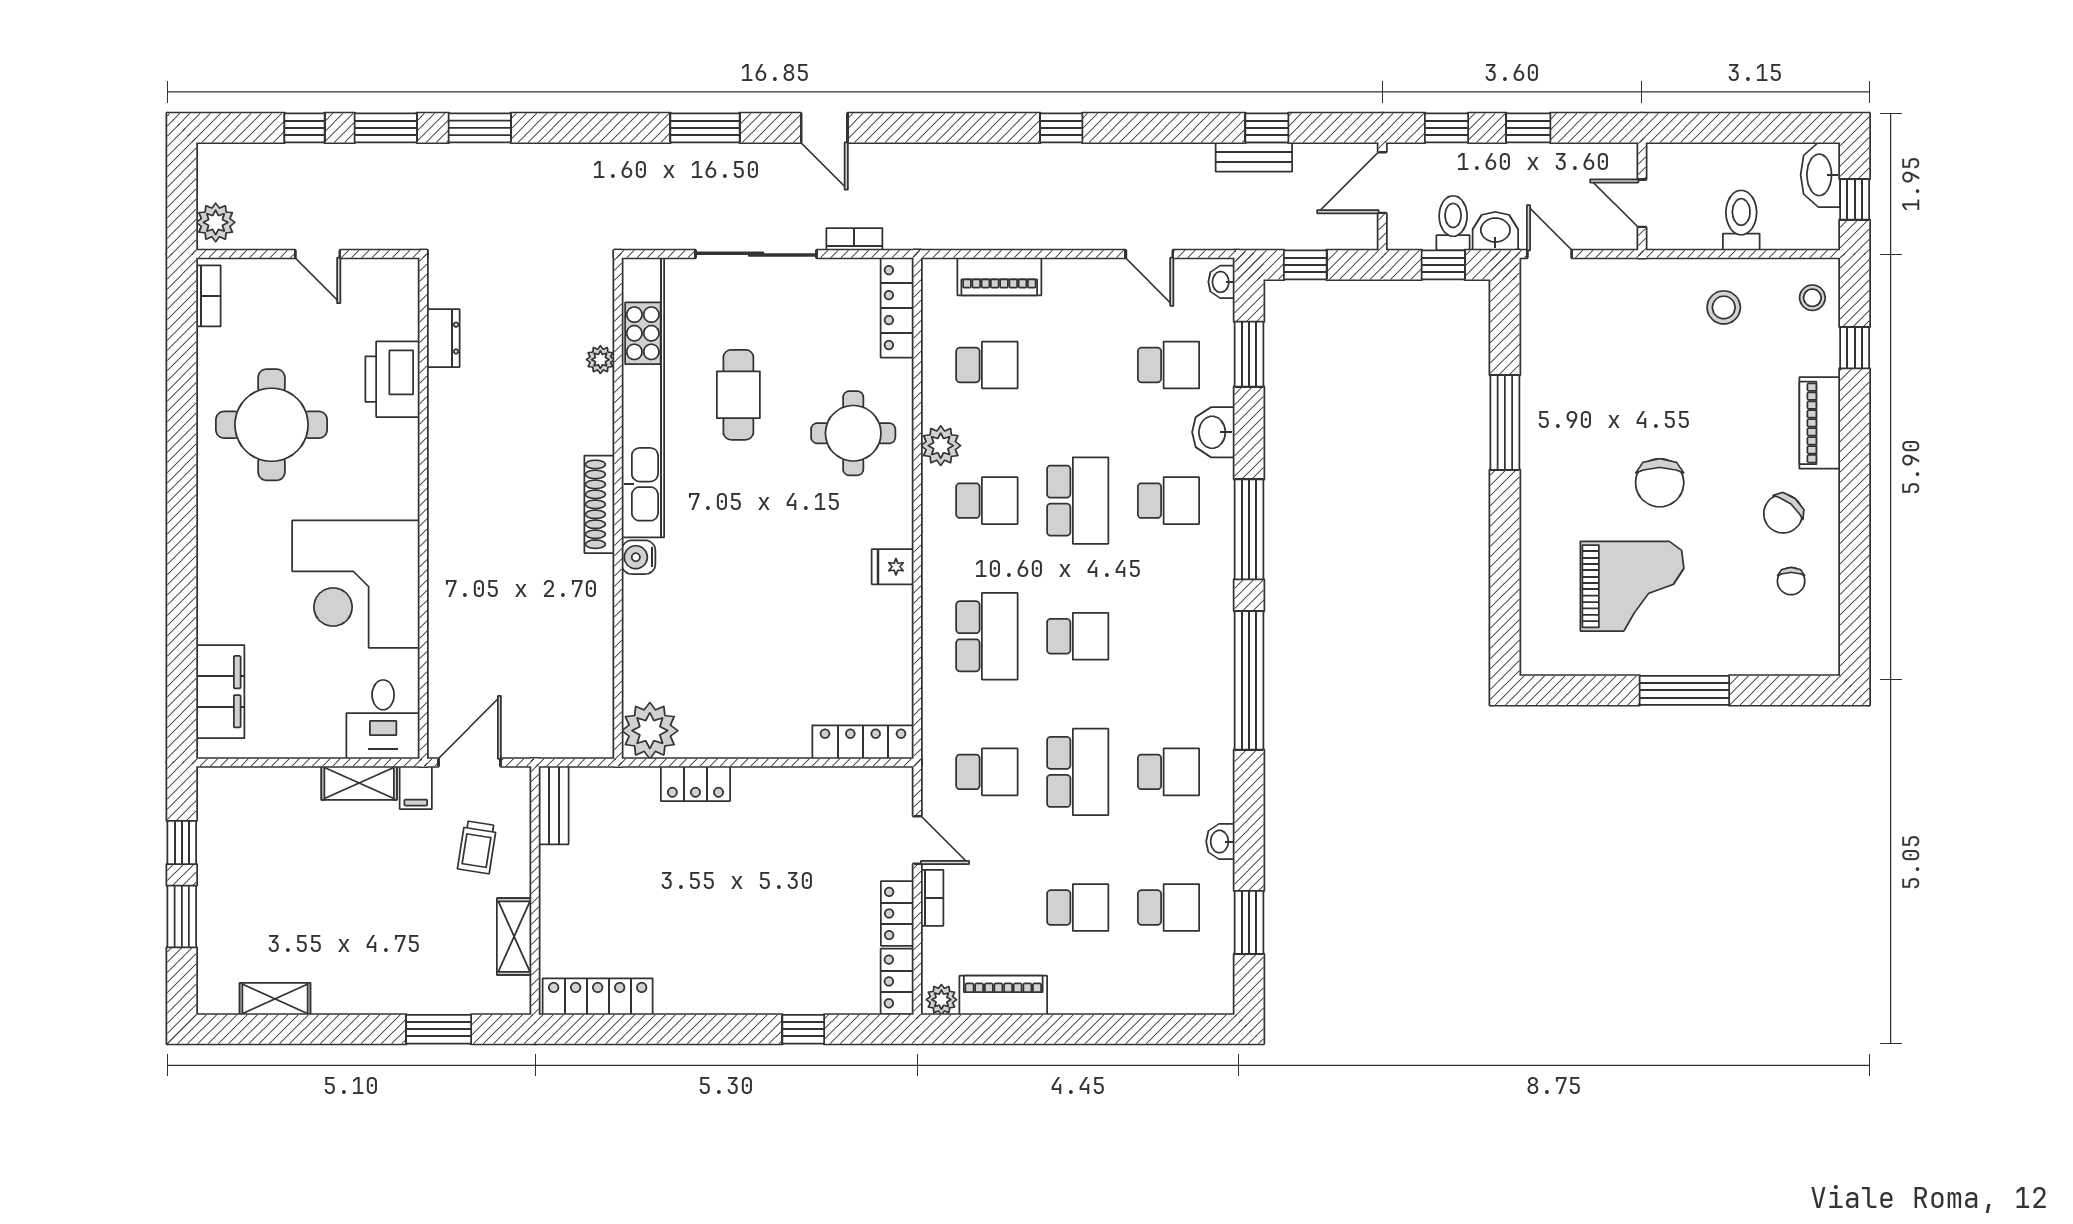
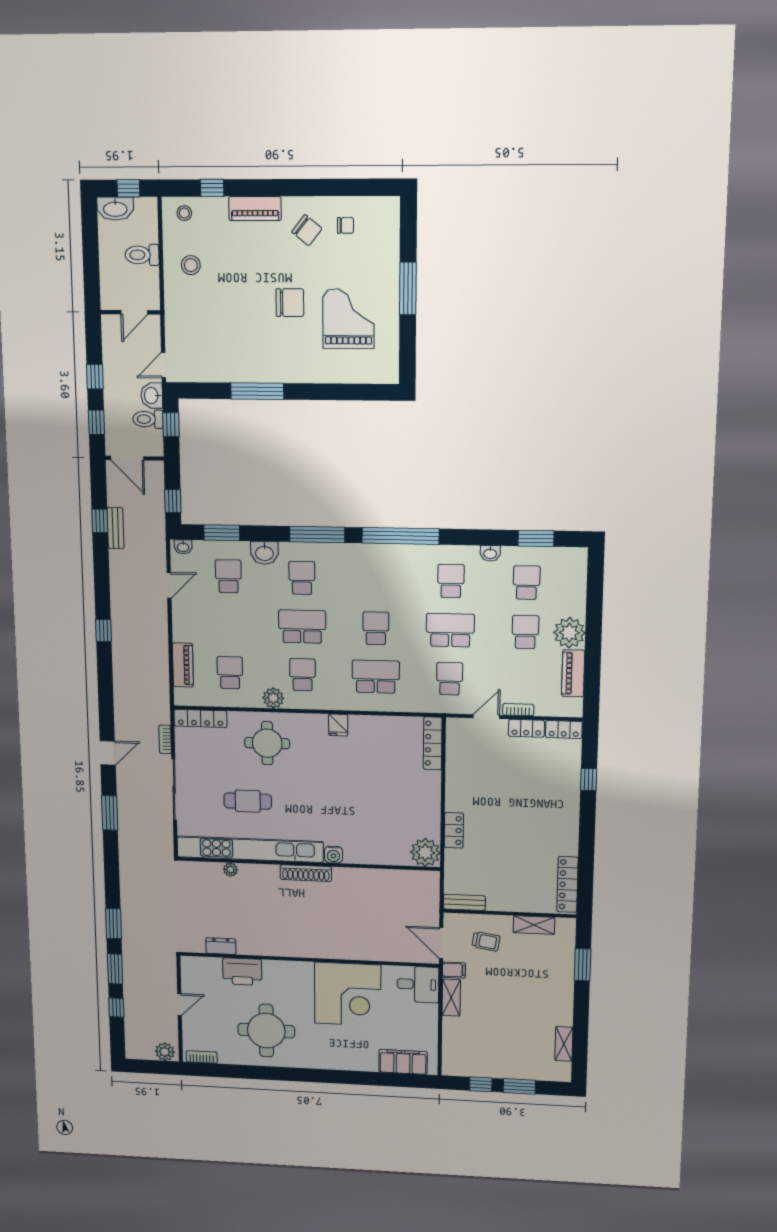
plant: (941, 1000) -> (569, 633), moved, width x1.88, depth x1.88

